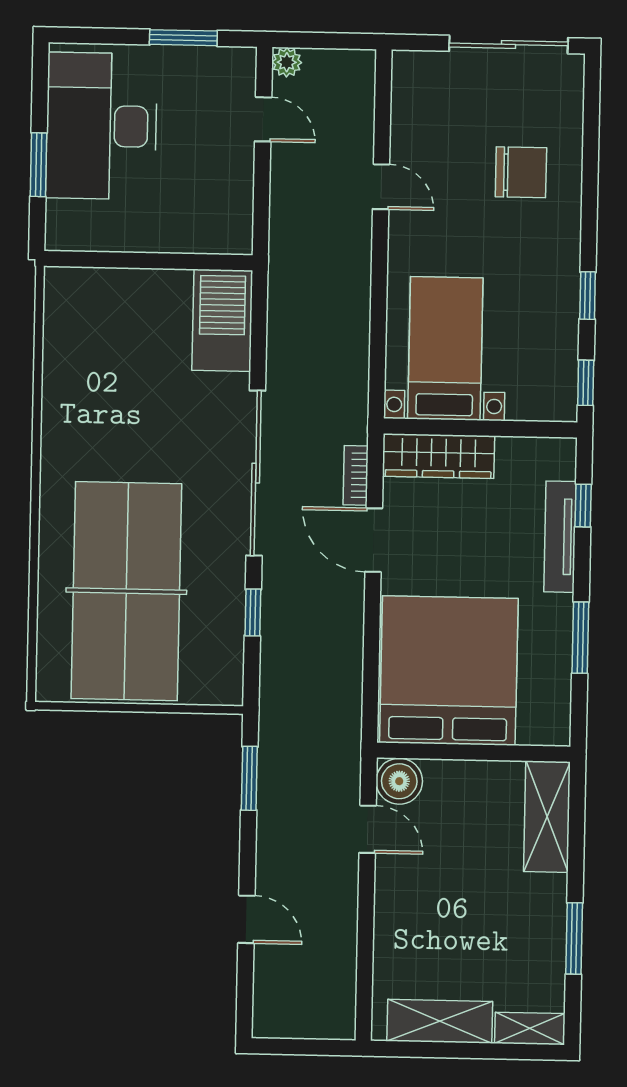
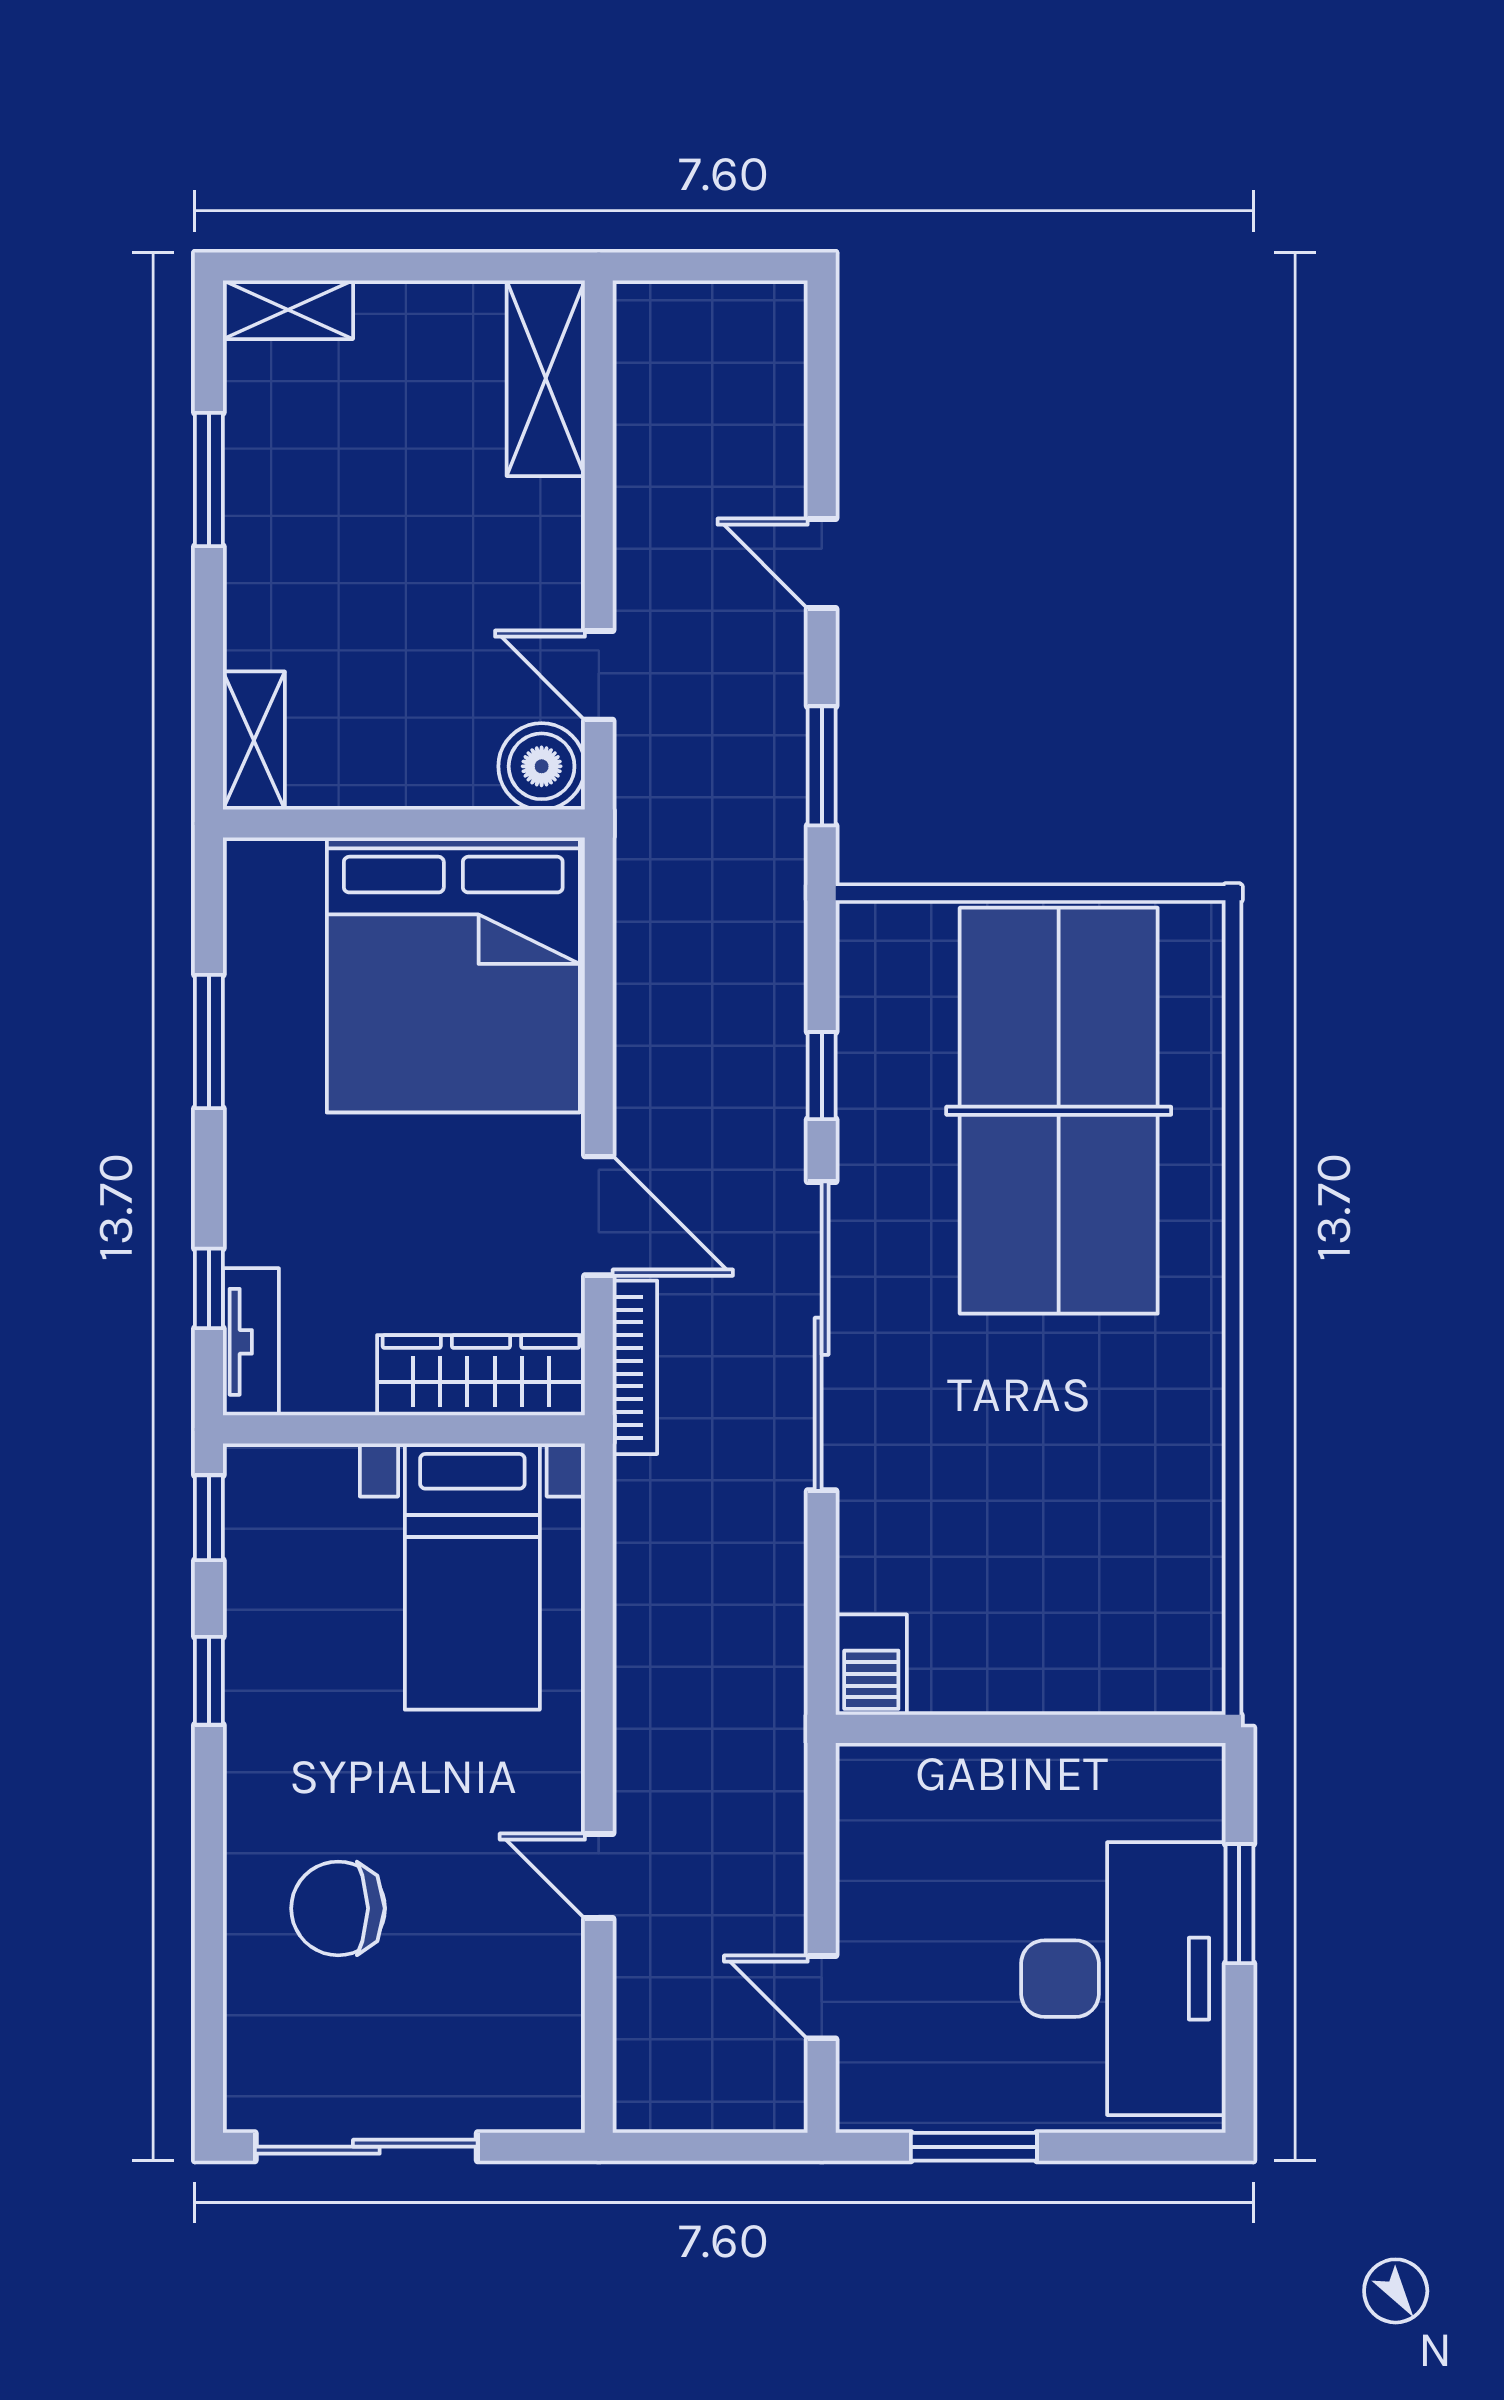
plant: (287, 62) -> (780, 2105), removed
barbecue: (222, 320) -> (871, 1665), width x0.53, depth x0.65
bookcase: (356, 475) -> (635, 1367), width x1.56
tv unit: (560, 537) -> (251, 1342), moved, width x0.71
shelving: (547, 817) -> (254, 741), width x0.67, depth x0.75
door: (246, 919) -> (822, 564), moved
shelving: (440, 1021) -> (546, 378), moved, turned 90

